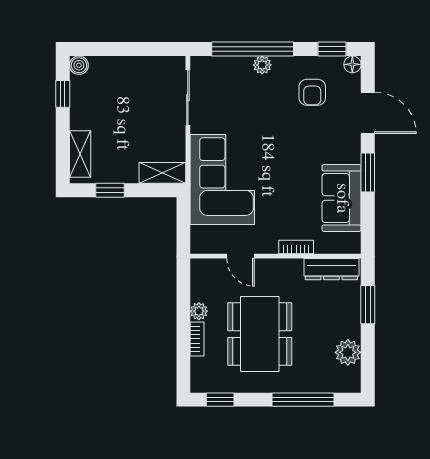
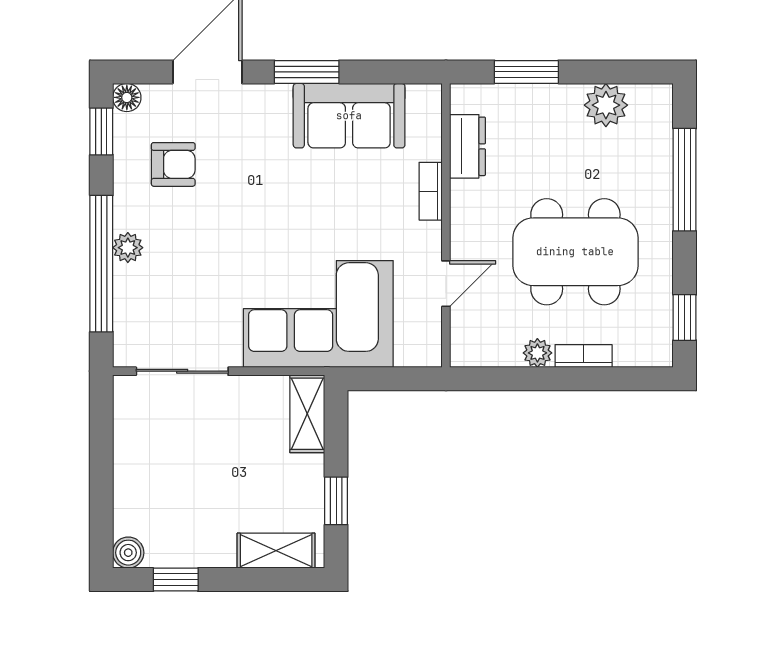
dresser: (331, 269) -> (468, 146), width x0.70

